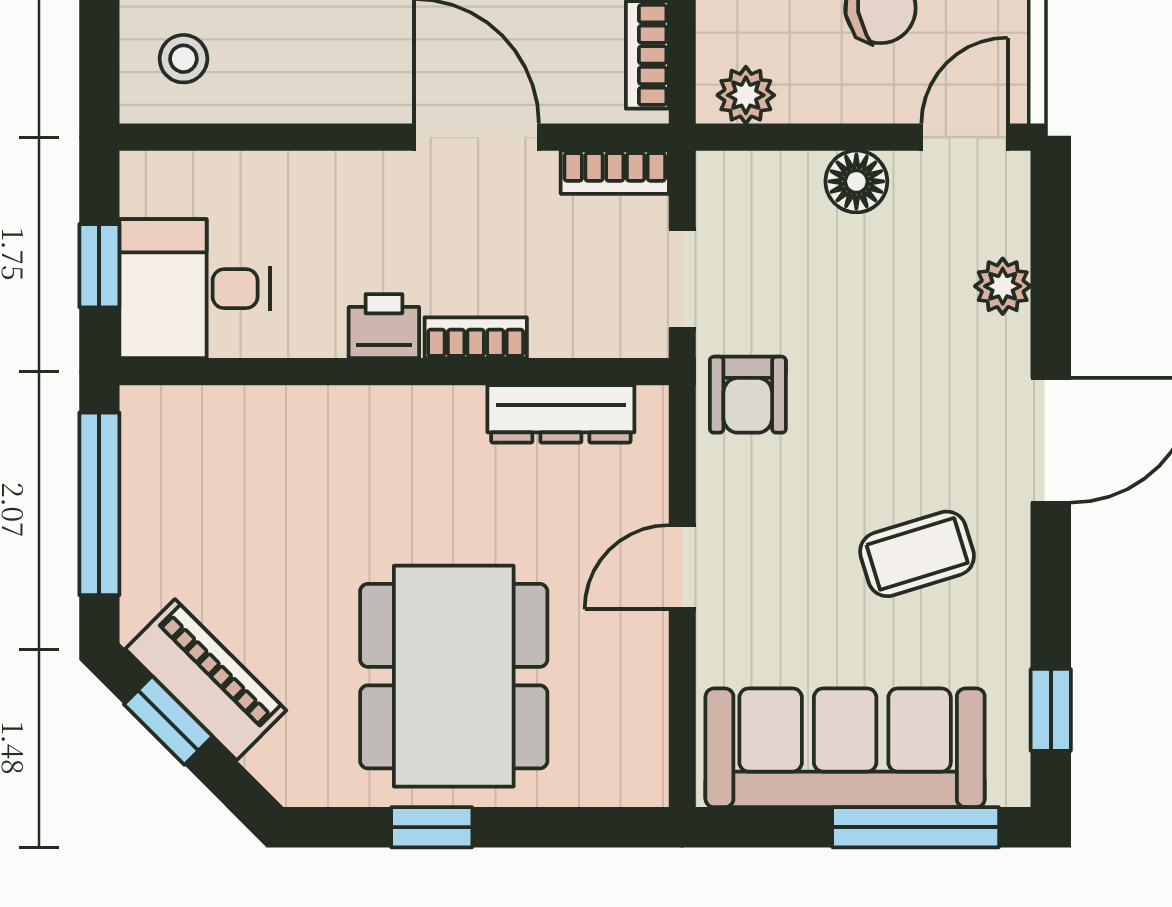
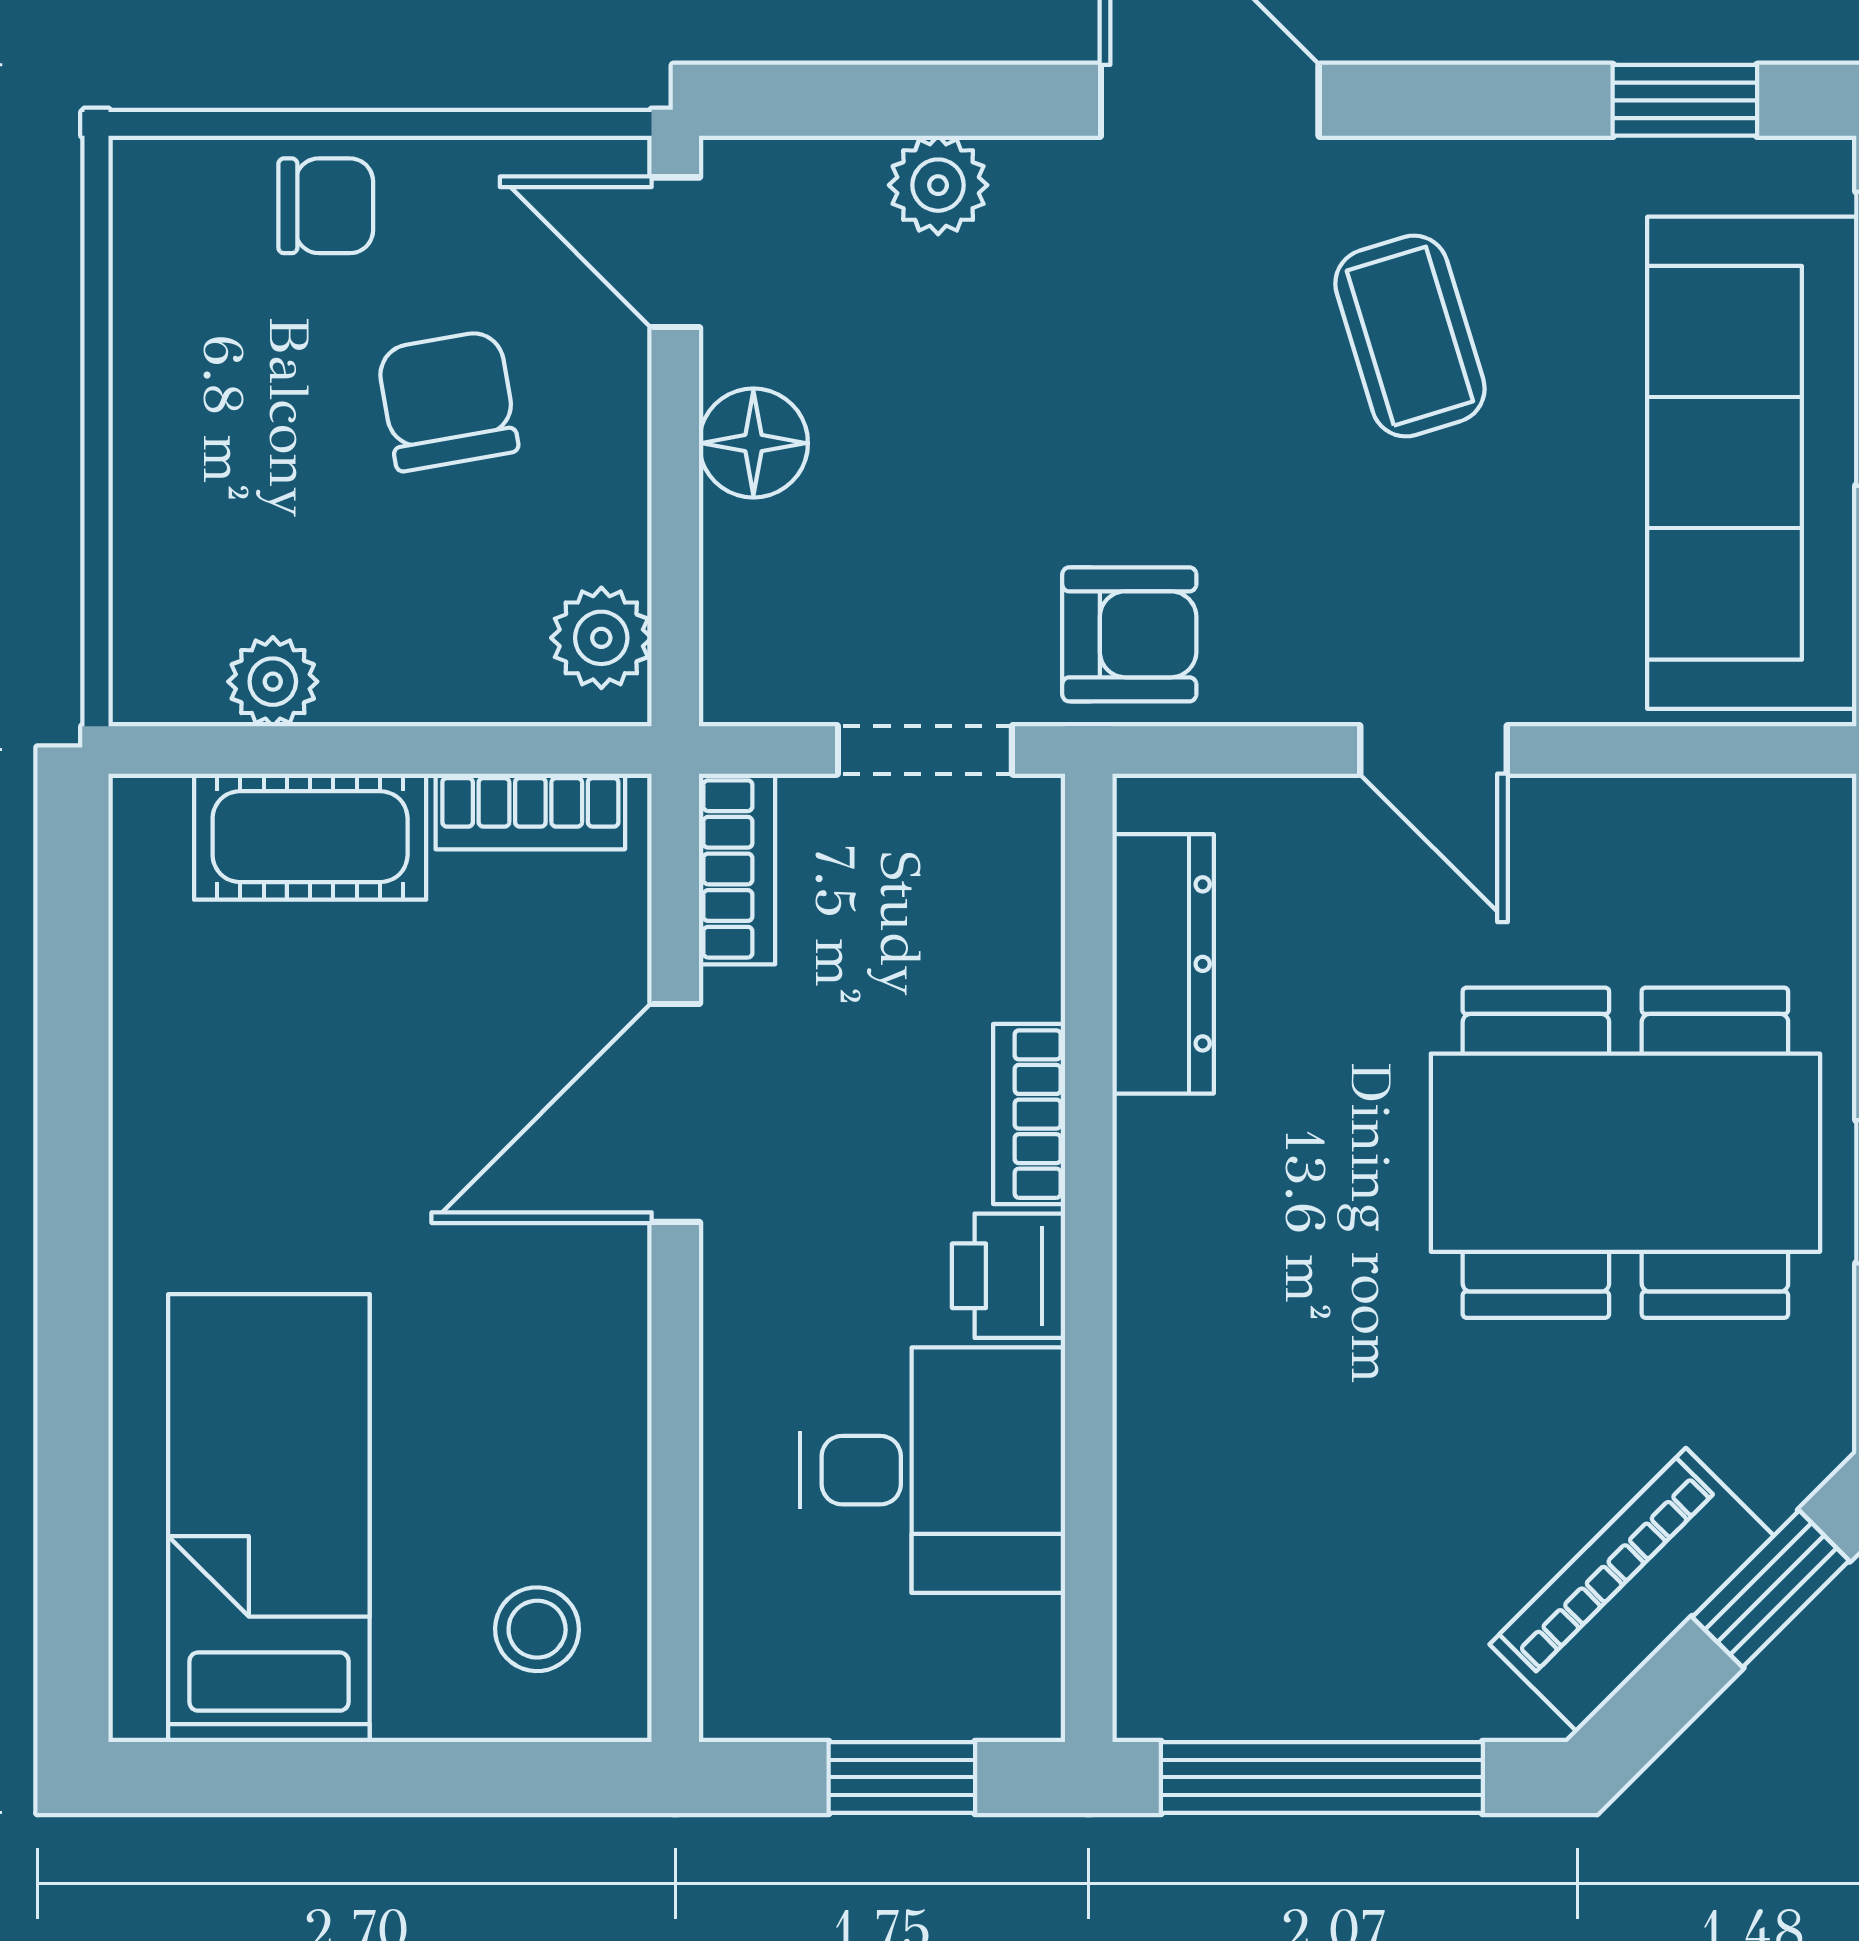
desk: (195, 289) -> (933, 1470), moved, turned -90
window: (168, 720) -> (1771, 1589), moved

